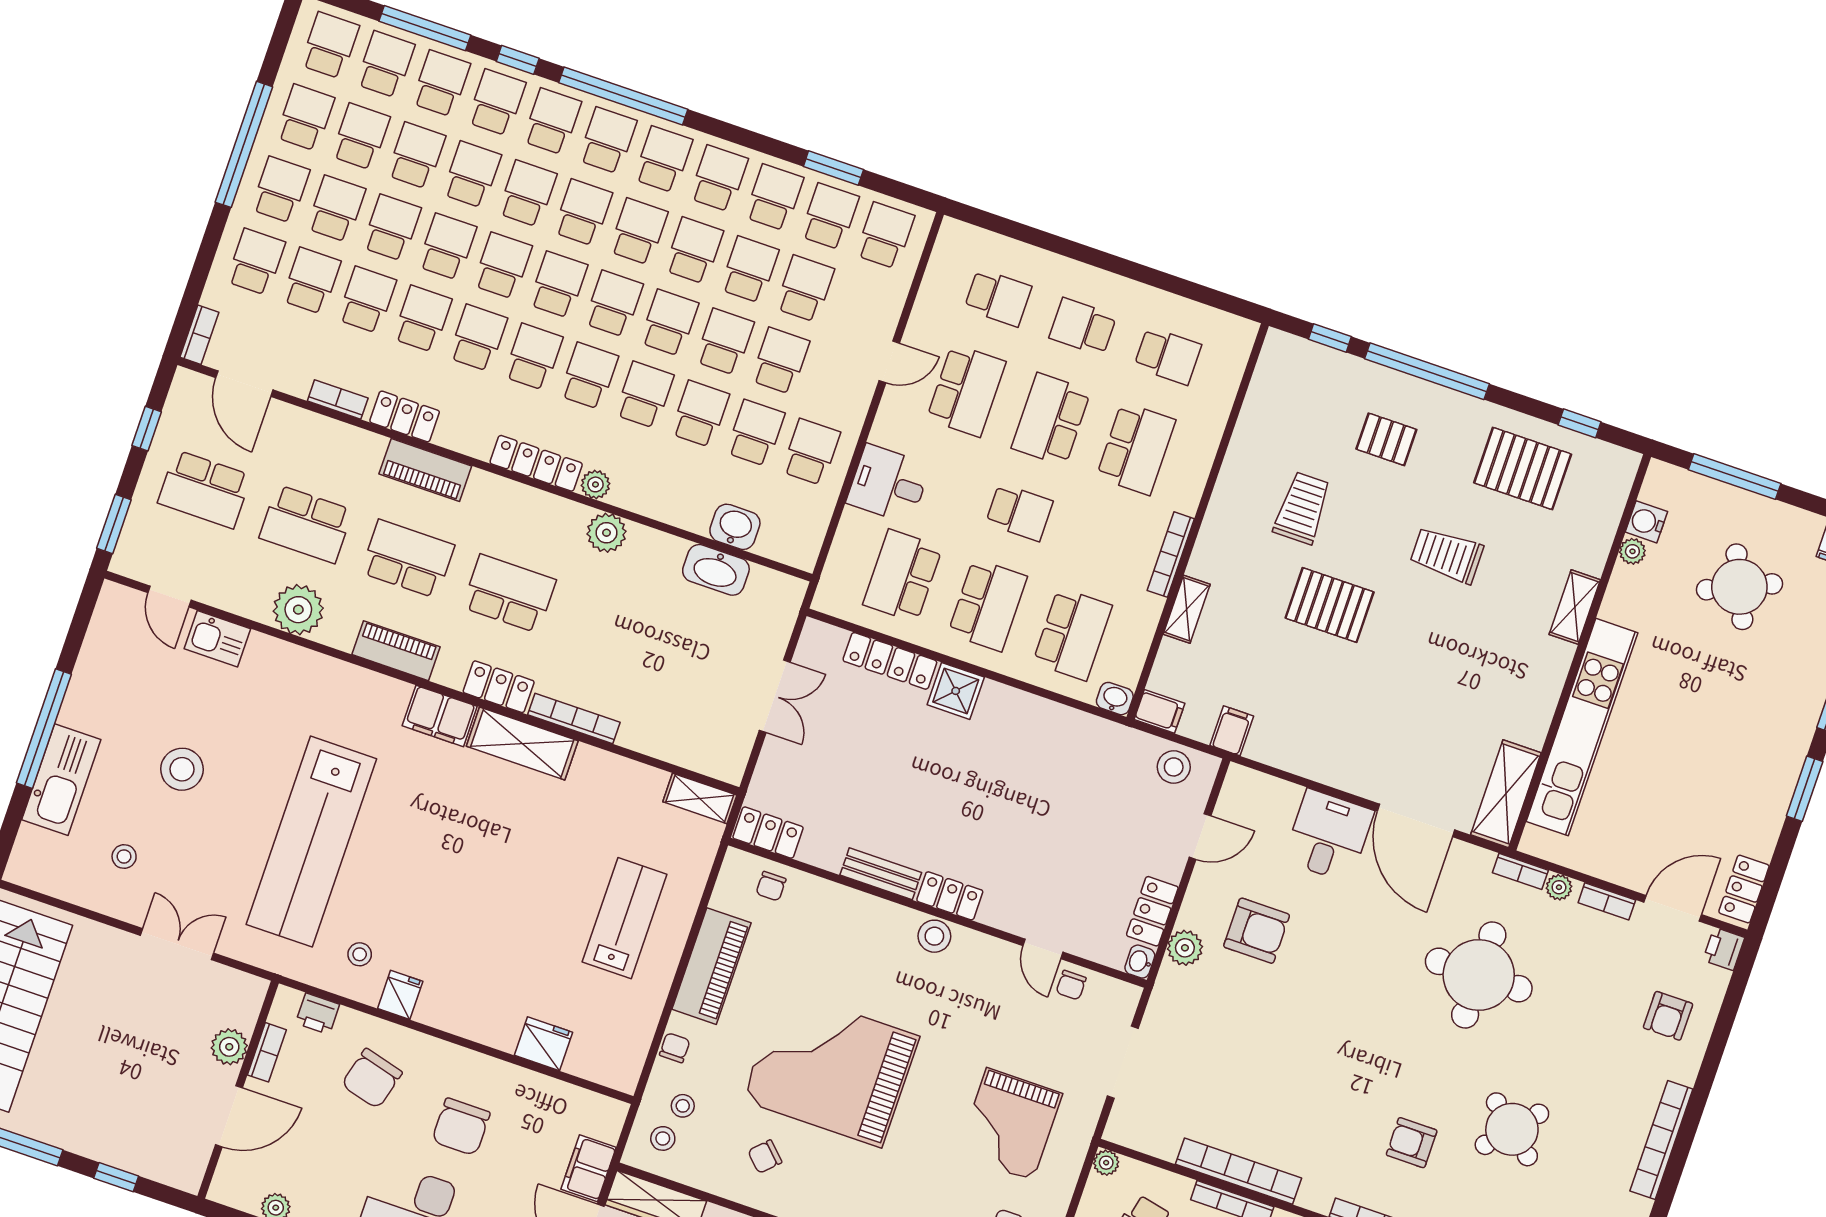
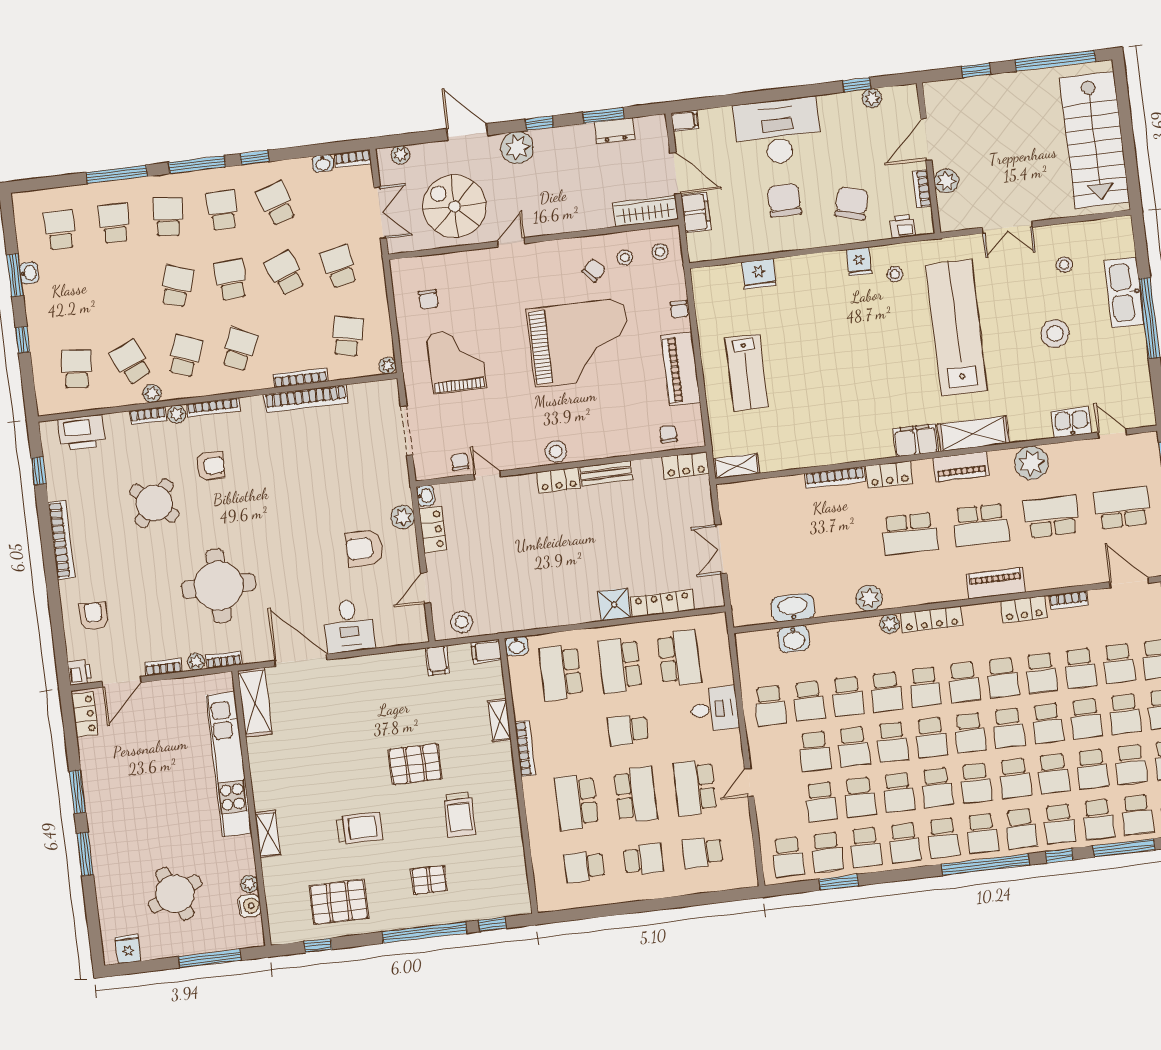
shelving: (522, 743) -> (973, 434), moved
stool: (683, 1106) -> (625, 258), moved

